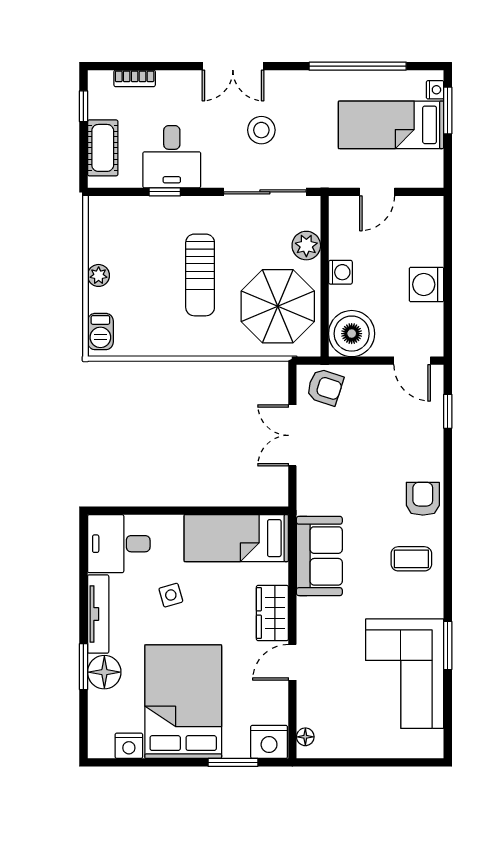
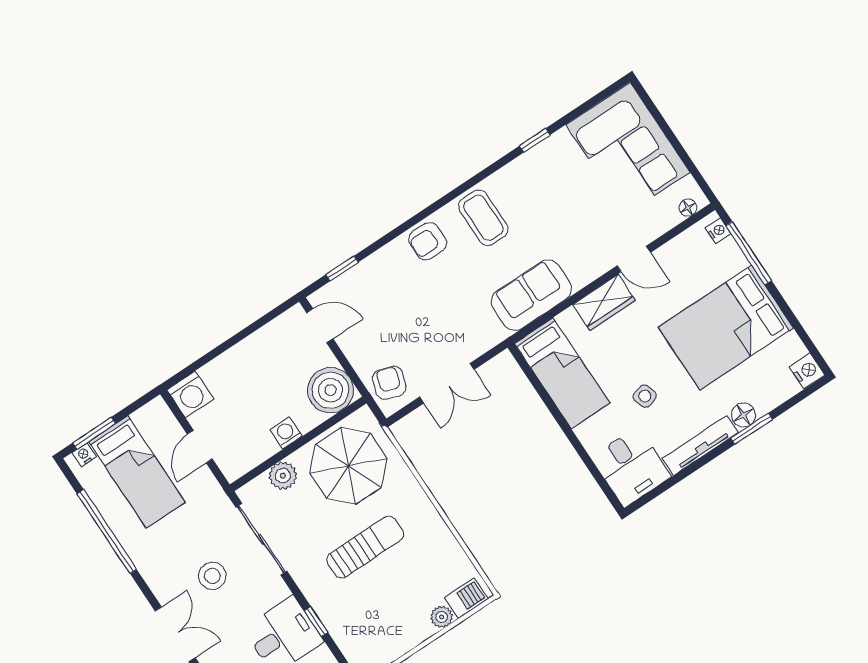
door: (377, 192) -> (200, 447), swing flipped
plant: (99, 275) -> (442, 617), moved
washing machine: (427, 284) -> (190, 394), moved
door: (412, 361) -> (320, 326), hinge flipped
coffee table: (411, 559) -> (483, 218), width x1.36, depth x1.30
window: (448, 645) -> (535, 140), width x0.67
floor lamp: (104, 672) -> (743, 415), width x0.73, depth x0.73
corner sofa: (405, 674) -> (628, 149), moved, turned 90
nightstand: (269, 742) -> (718, 231), width x0.53, depth x0.56
nightstand: (129, 746) -> (807, 371), moved
window: (233, 762) -> (749, 253), width x1.44

